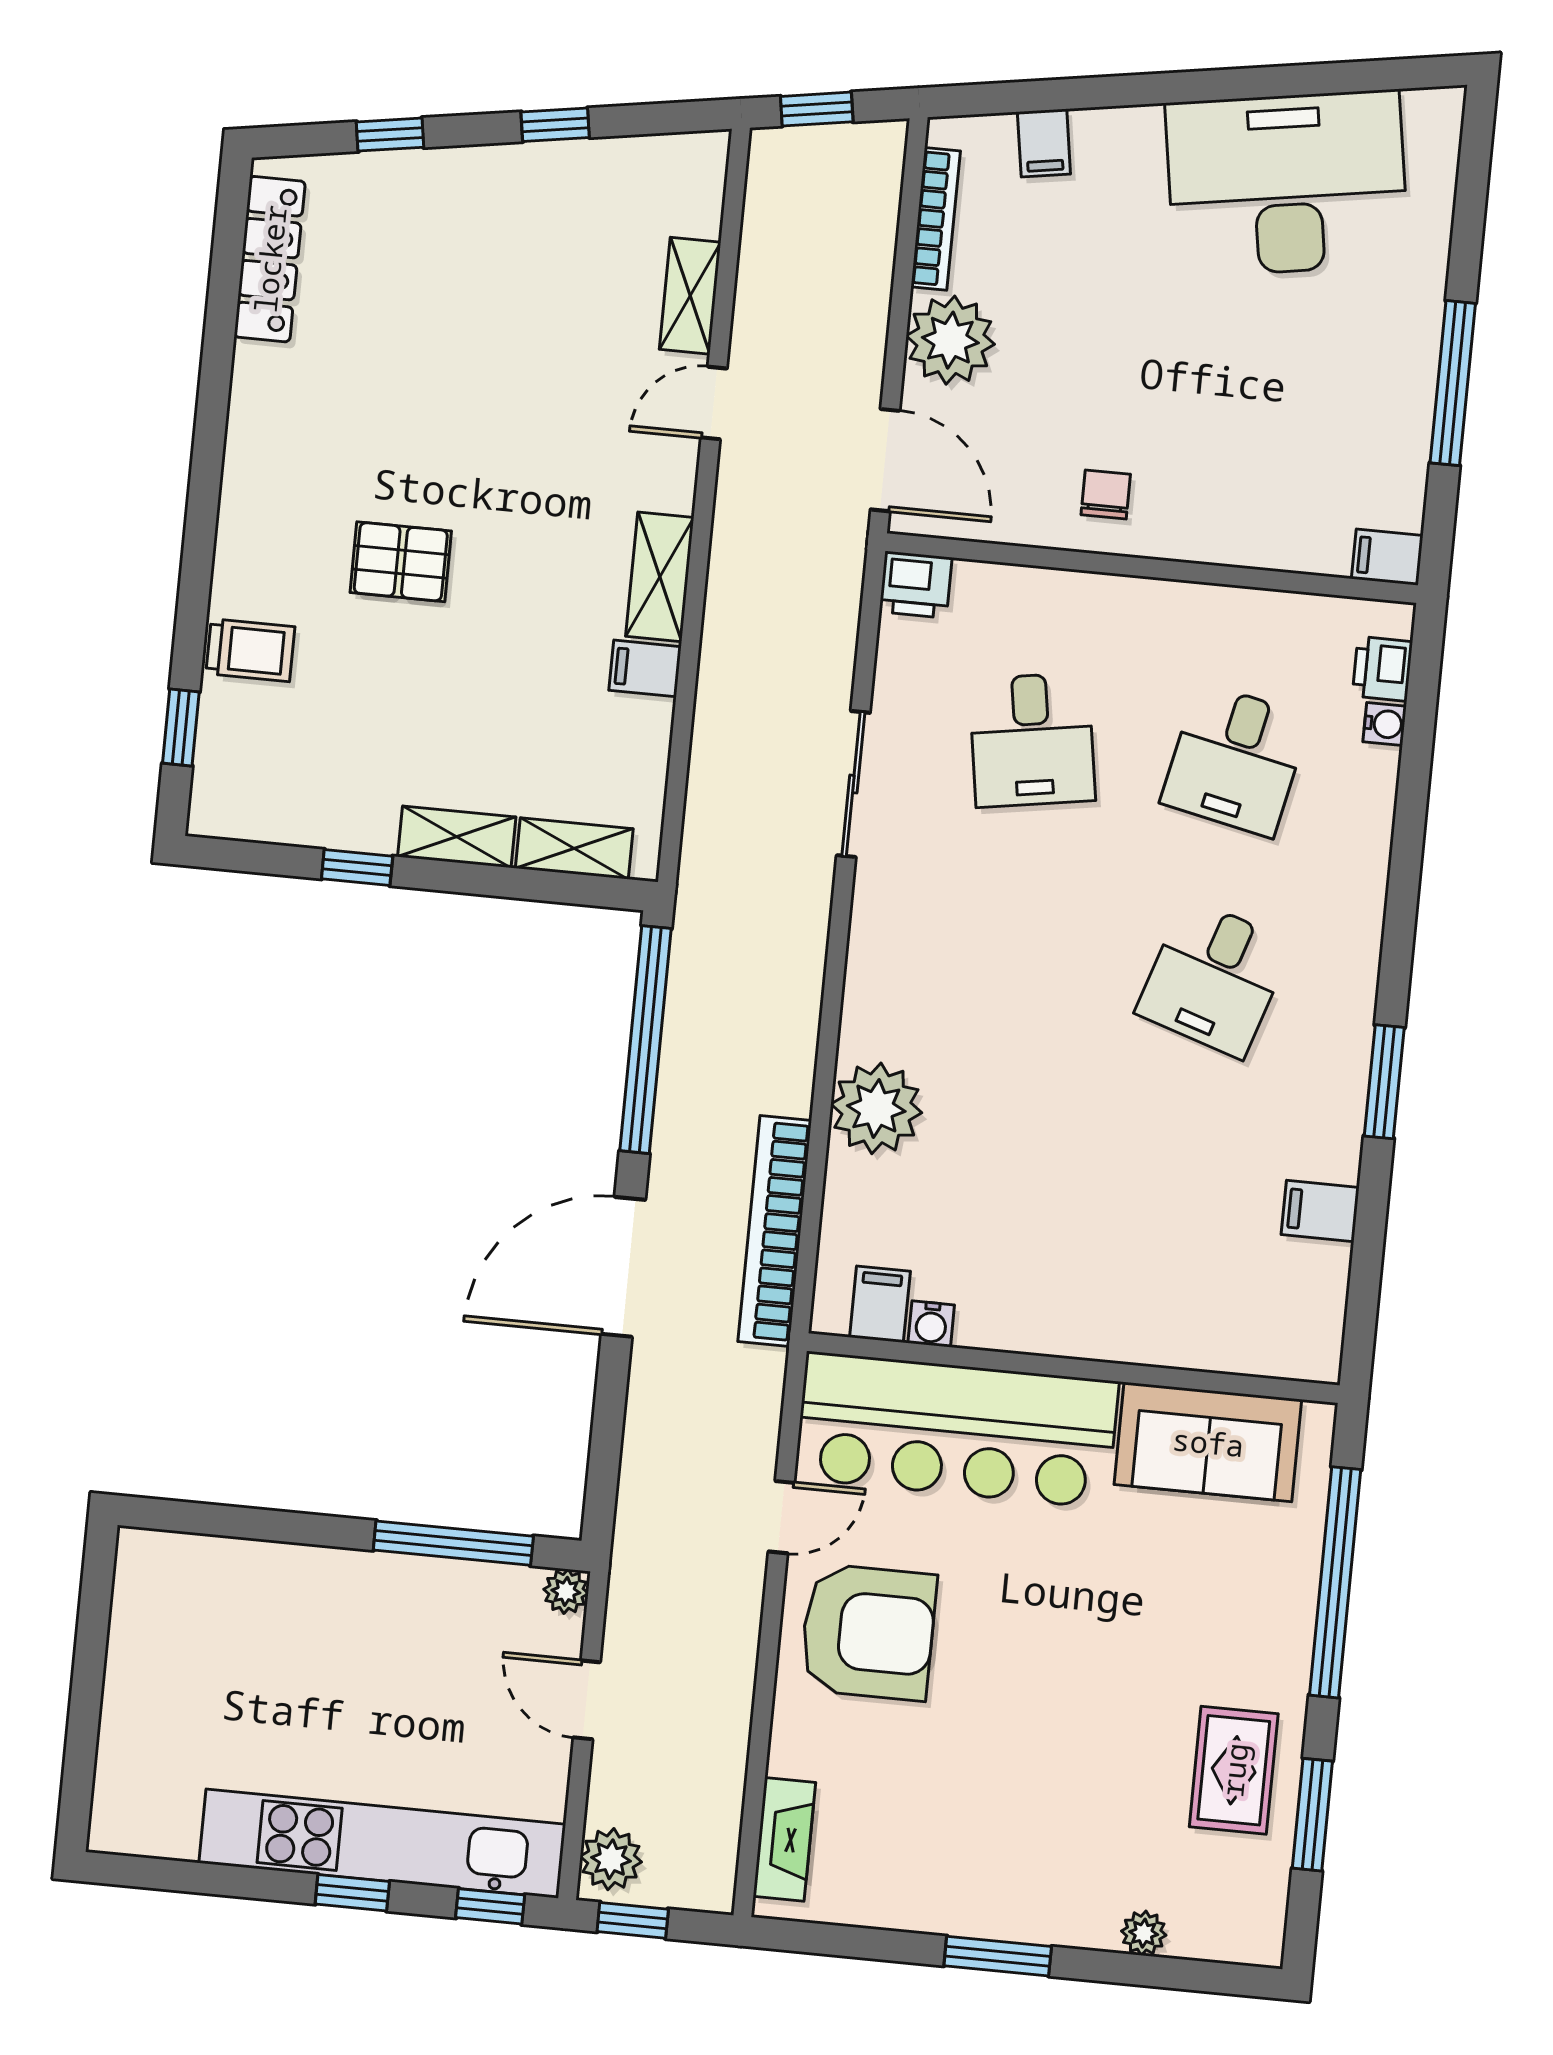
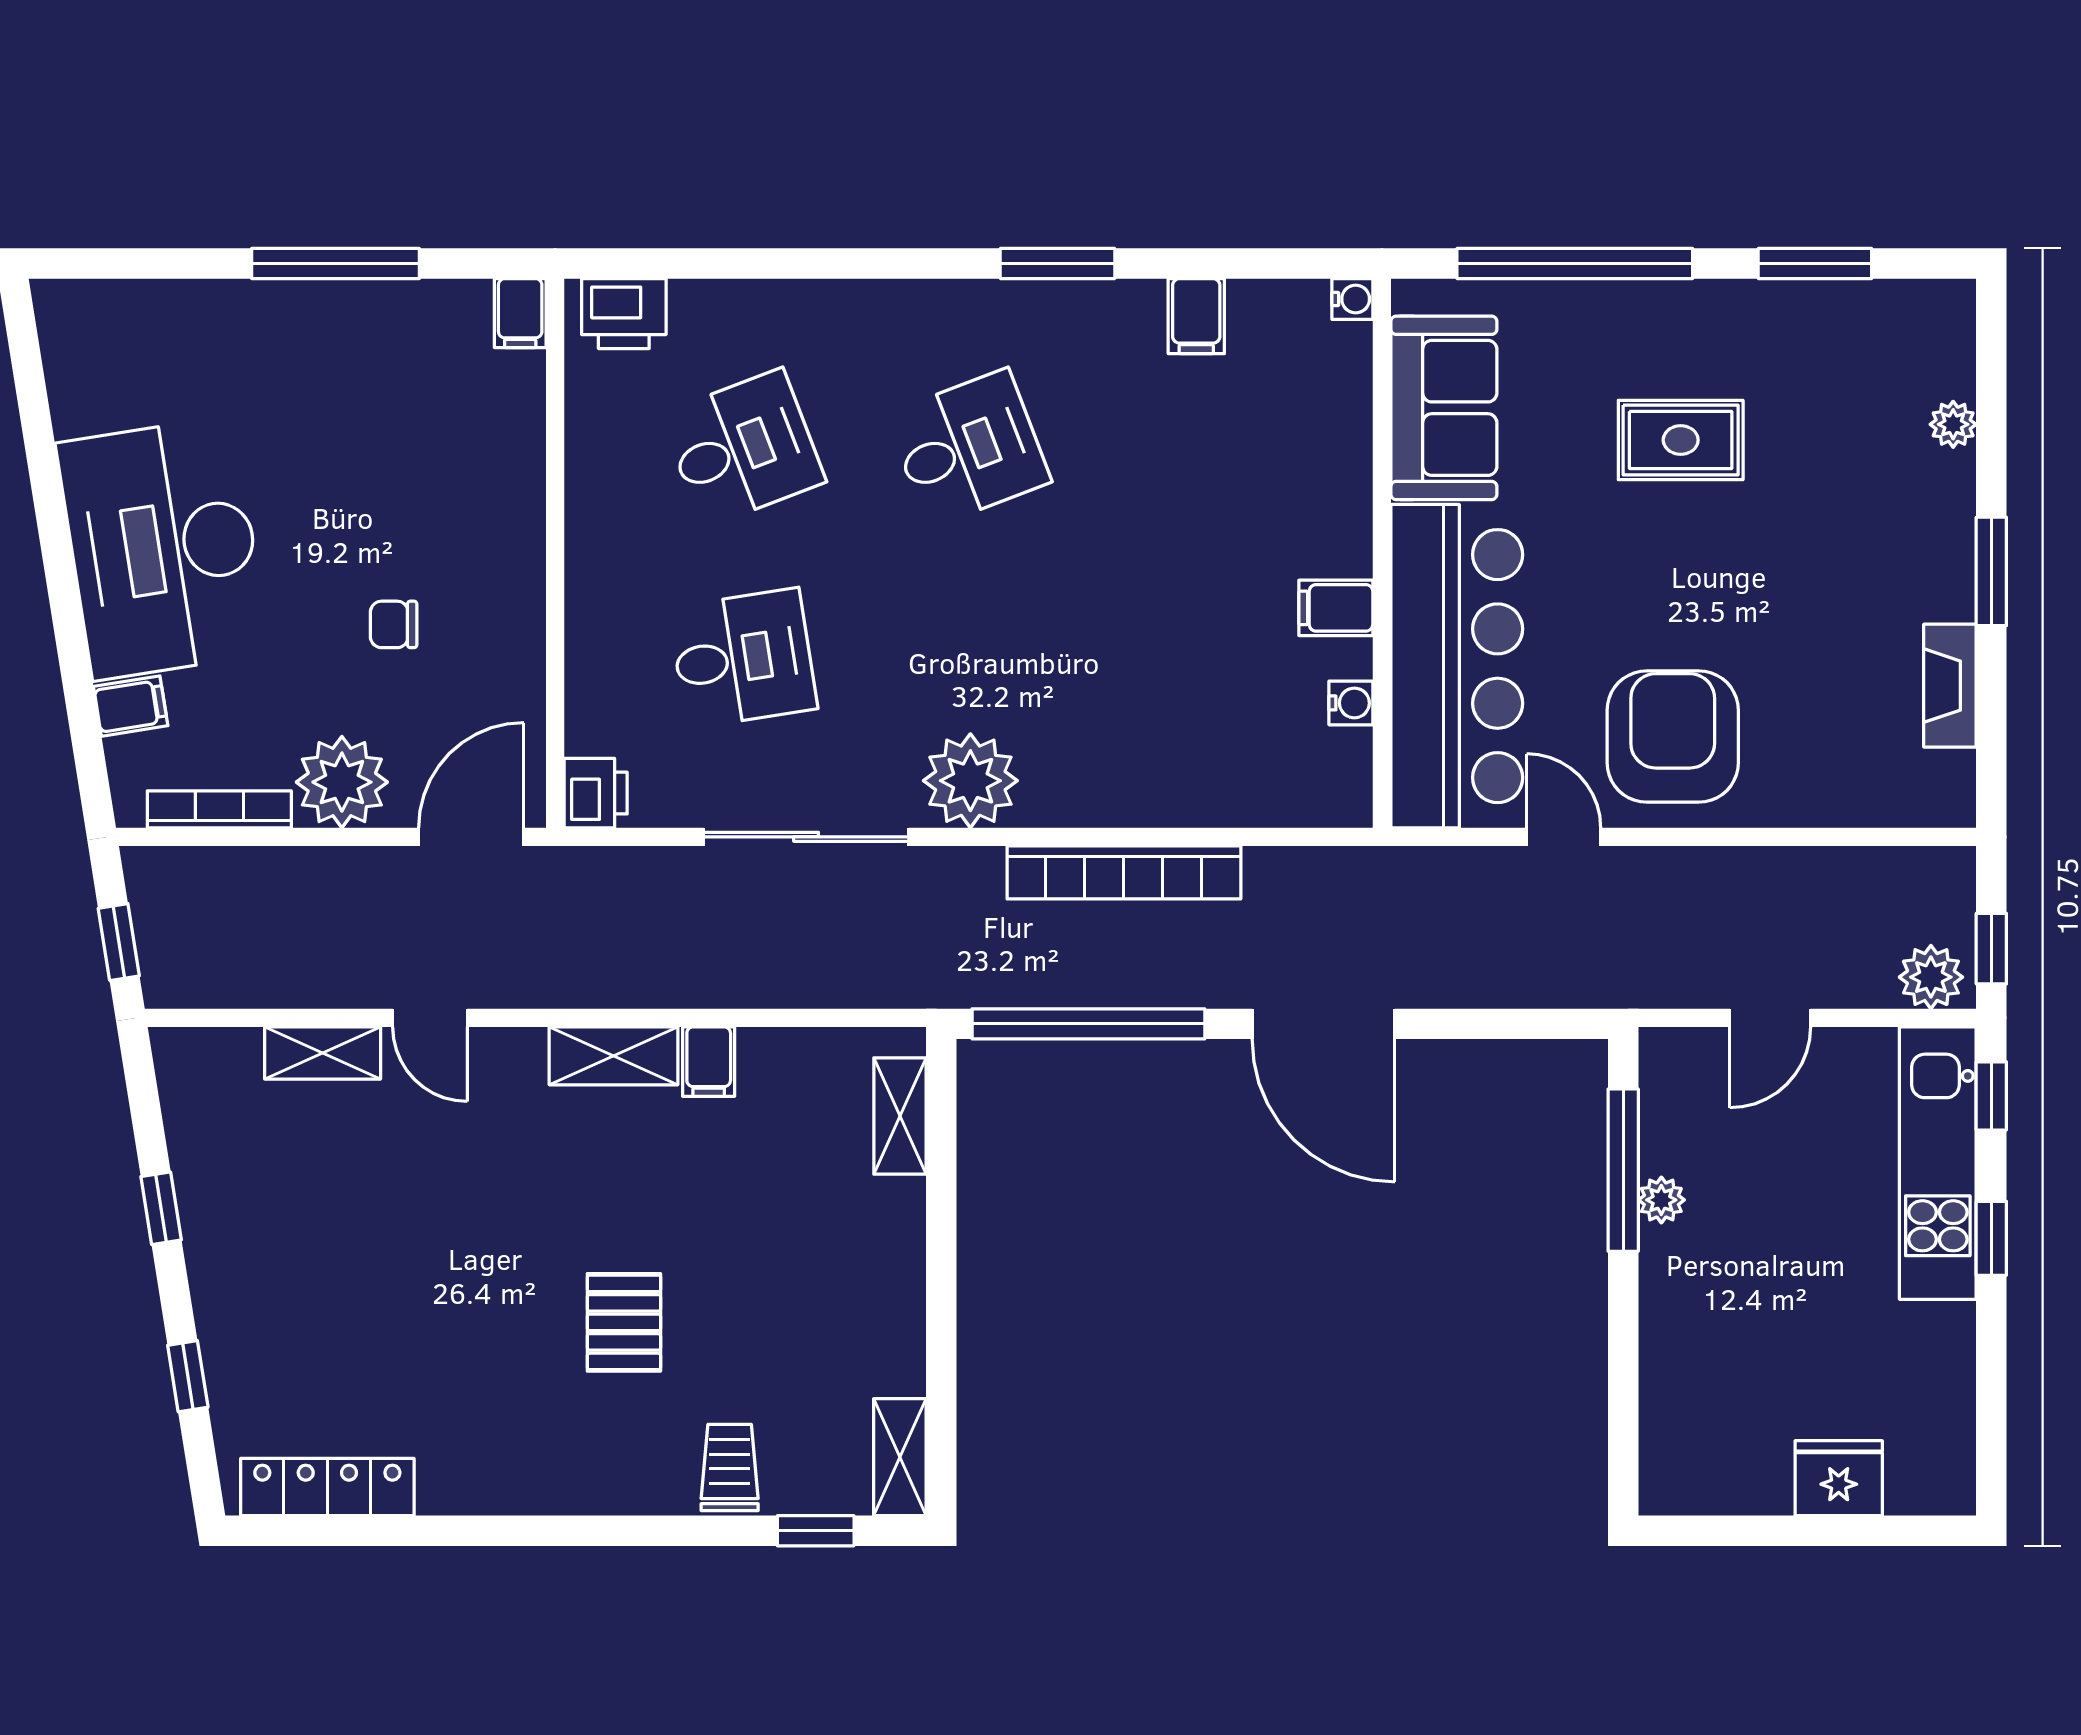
desk: (1287, 184) -> (163, 548), moved
chair: (1106, 494) -> (394, 624), moved
printer: (1382, 669) -> (624, 314), width x1.36, depth x1.24
water cooler: (1385, 724) -> (1352, 299), moved, turned 90
desk: (1235, 760) -> (743, 448), turned -33
sliding door: (853, 784) -> (806, 837), width x1.37
shelving: (457, 837) -> (900, 1457), moved
window: (357, 867) -> (941, 1336), removed
desk: (1214, 978) -> (968, 448), turned -39
plant: (876, 1108) -> (970, 781), moved
bookcase: (775, 1231) -> (1124, 872), moved
filing cabinet: (880, 1304) -> (1336, 608), moved
plant: (566, 1591) -> (1661, 1200), moved
fridge: (135, 1722) -> (1839, 1478), added
rug: (1234, 1770) -> (1681, 440), moved
fireplace: (784, 1839) -> (1950, 686), moved, turned -90
kitchen unit: (382, 1844) -> (1938, 1163), width x0.73

